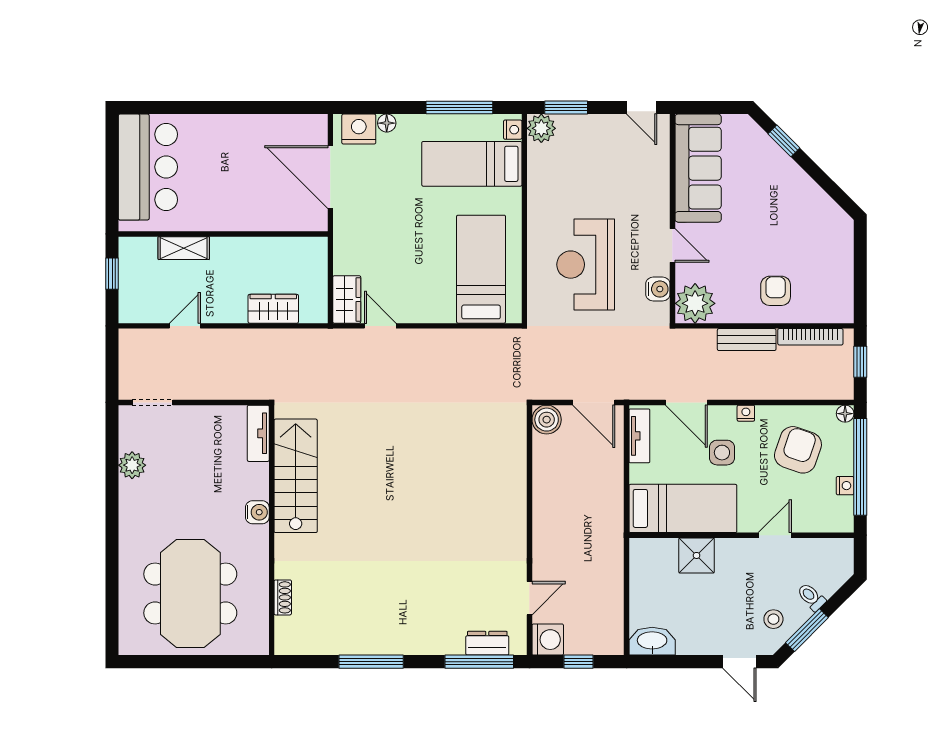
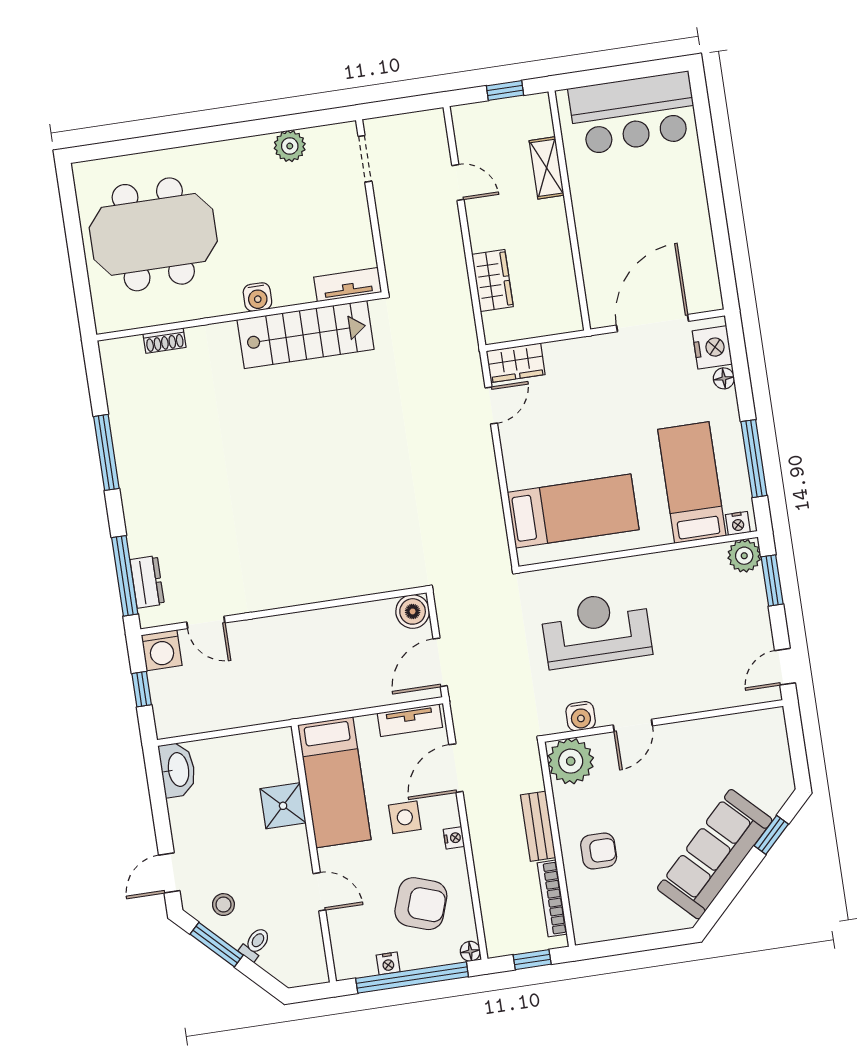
sofa: (698, 168) -> (715, 854), moved, turned 135

